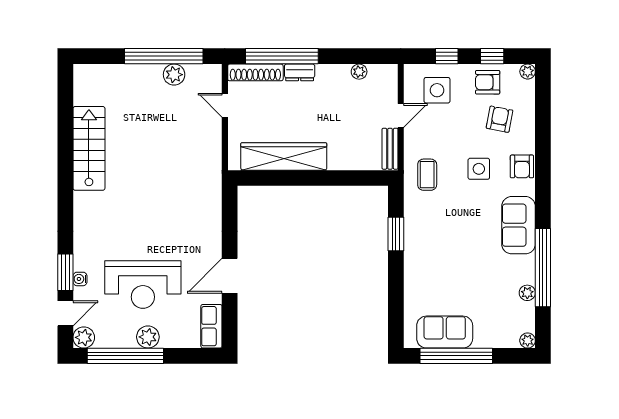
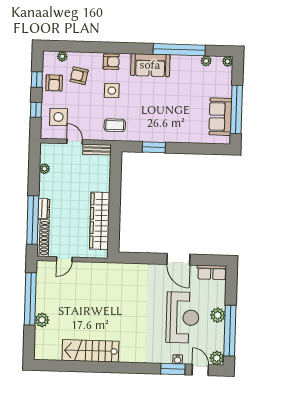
plant: (528, 72) -> (62, 56), moved
plant: (174, 75) -> (42, 320), moved
plant: (527, 293) -> (206, 61), moved

